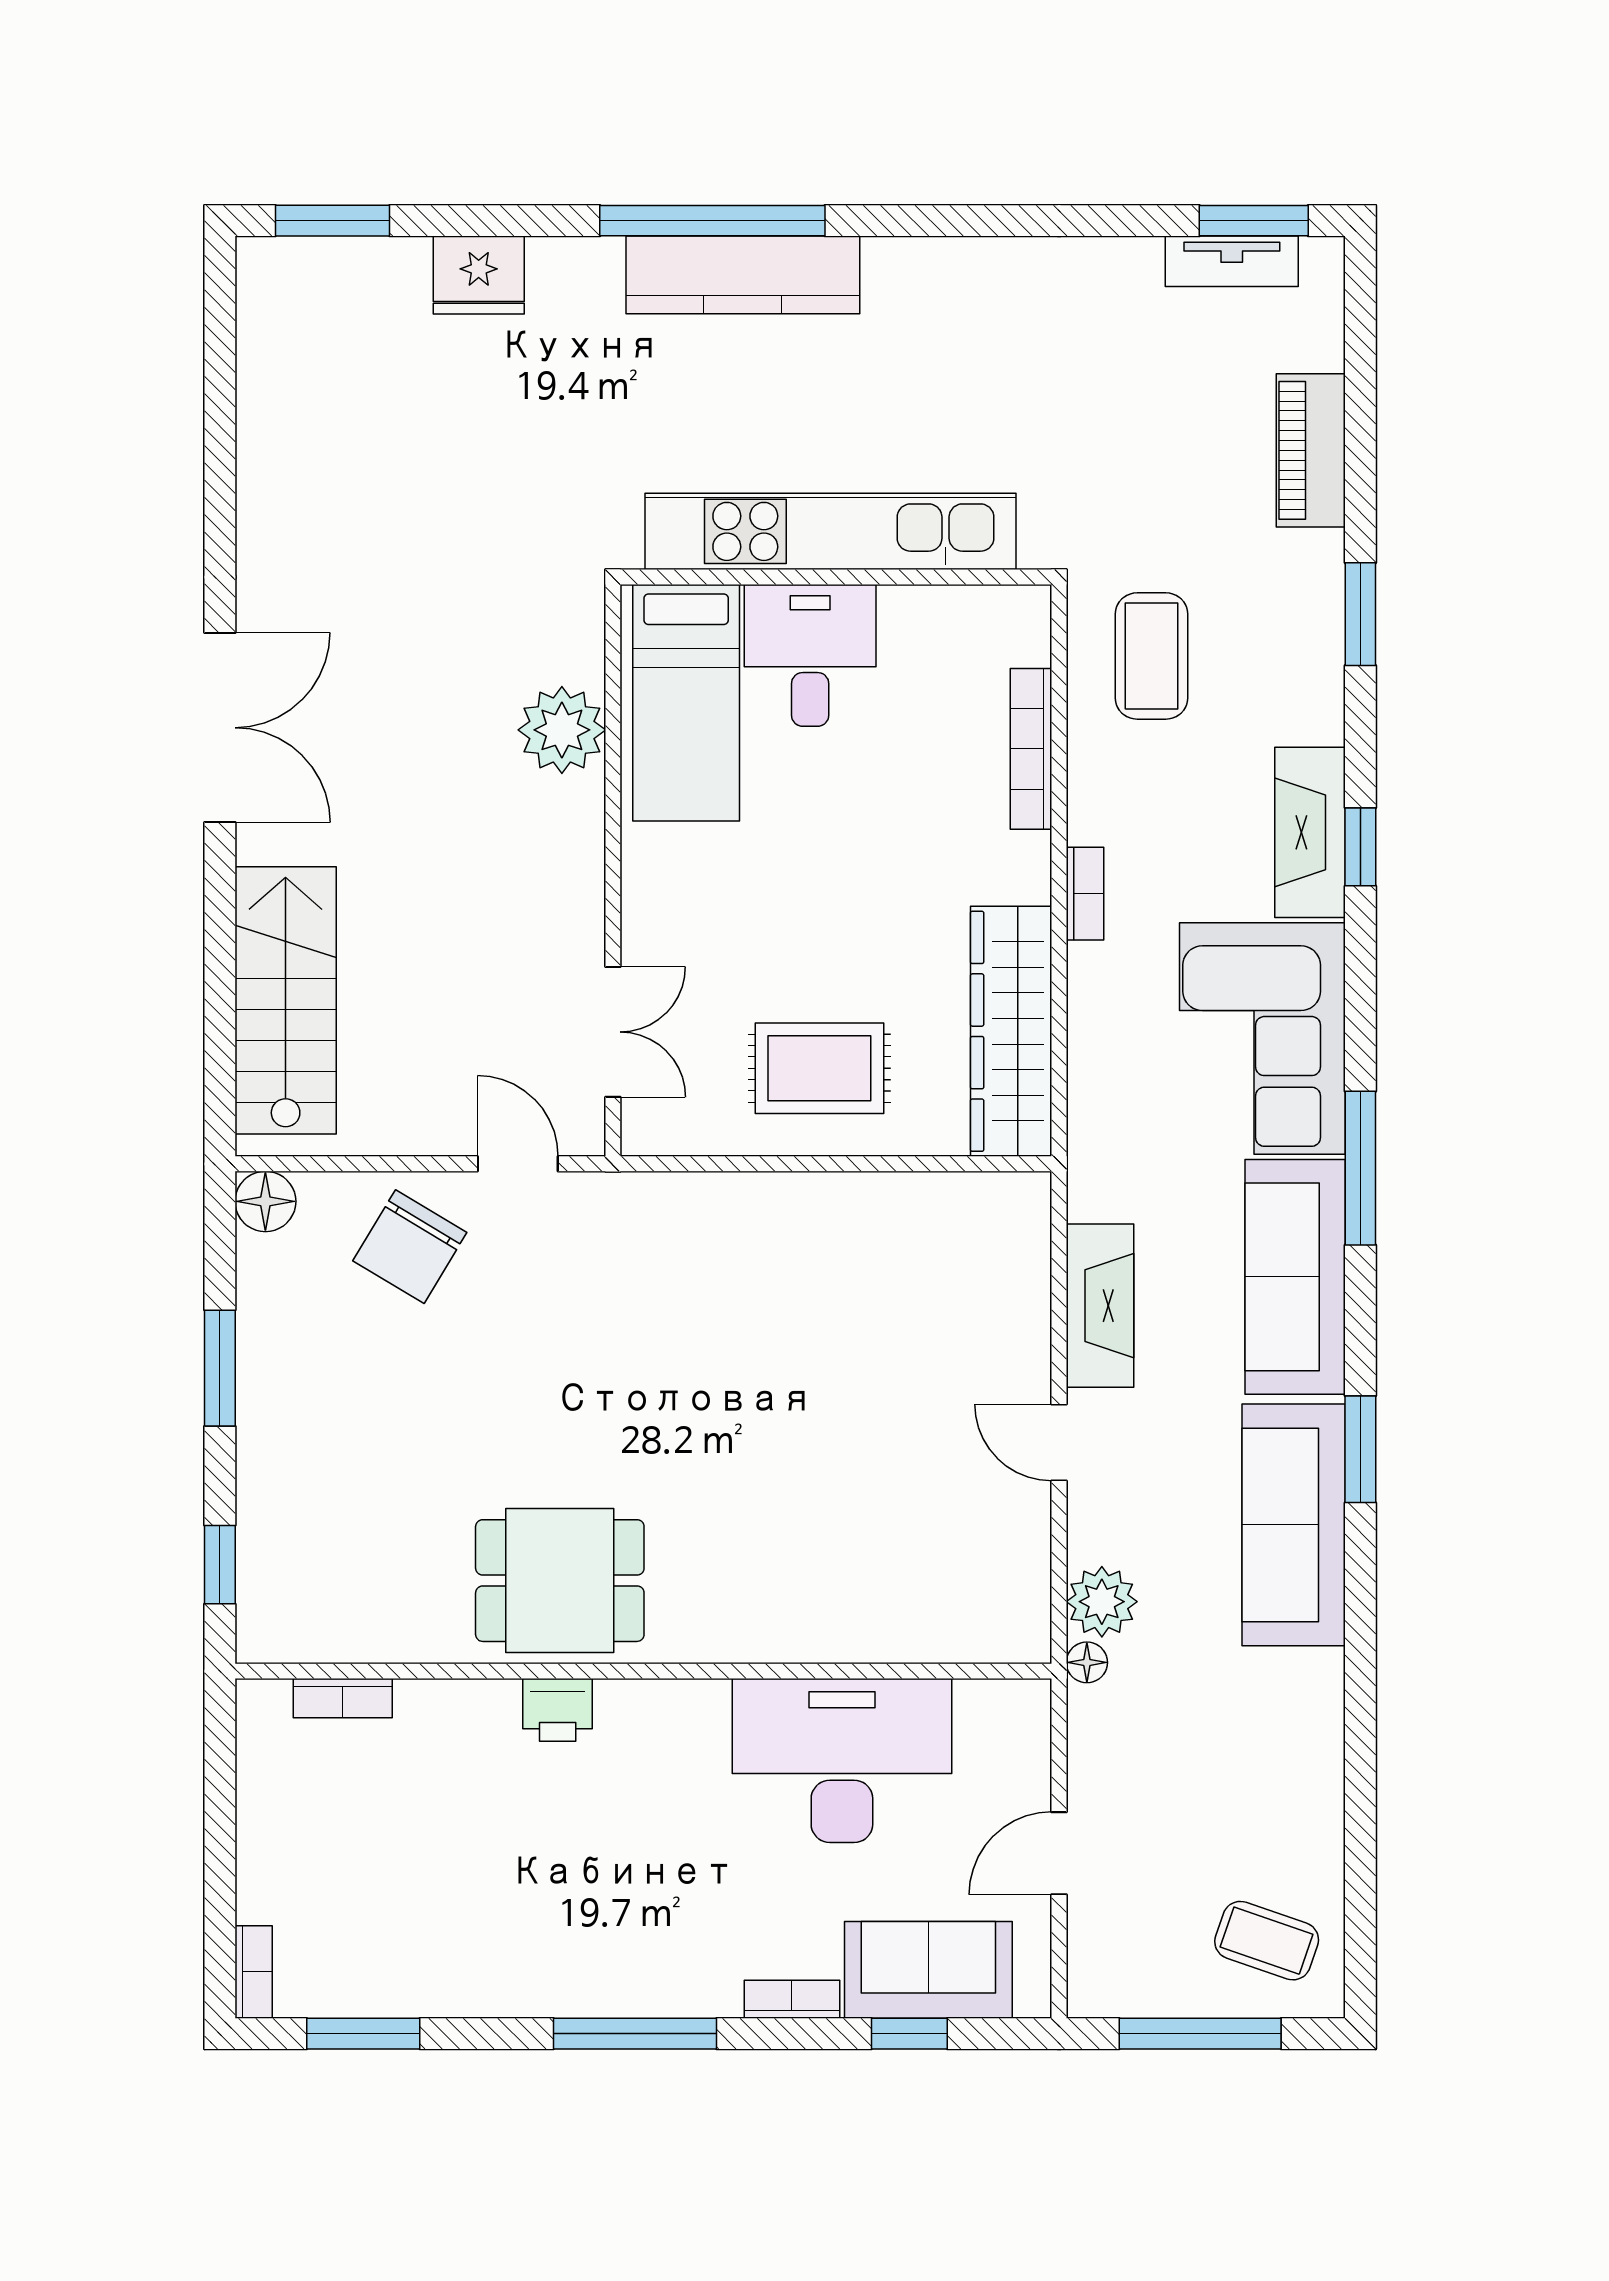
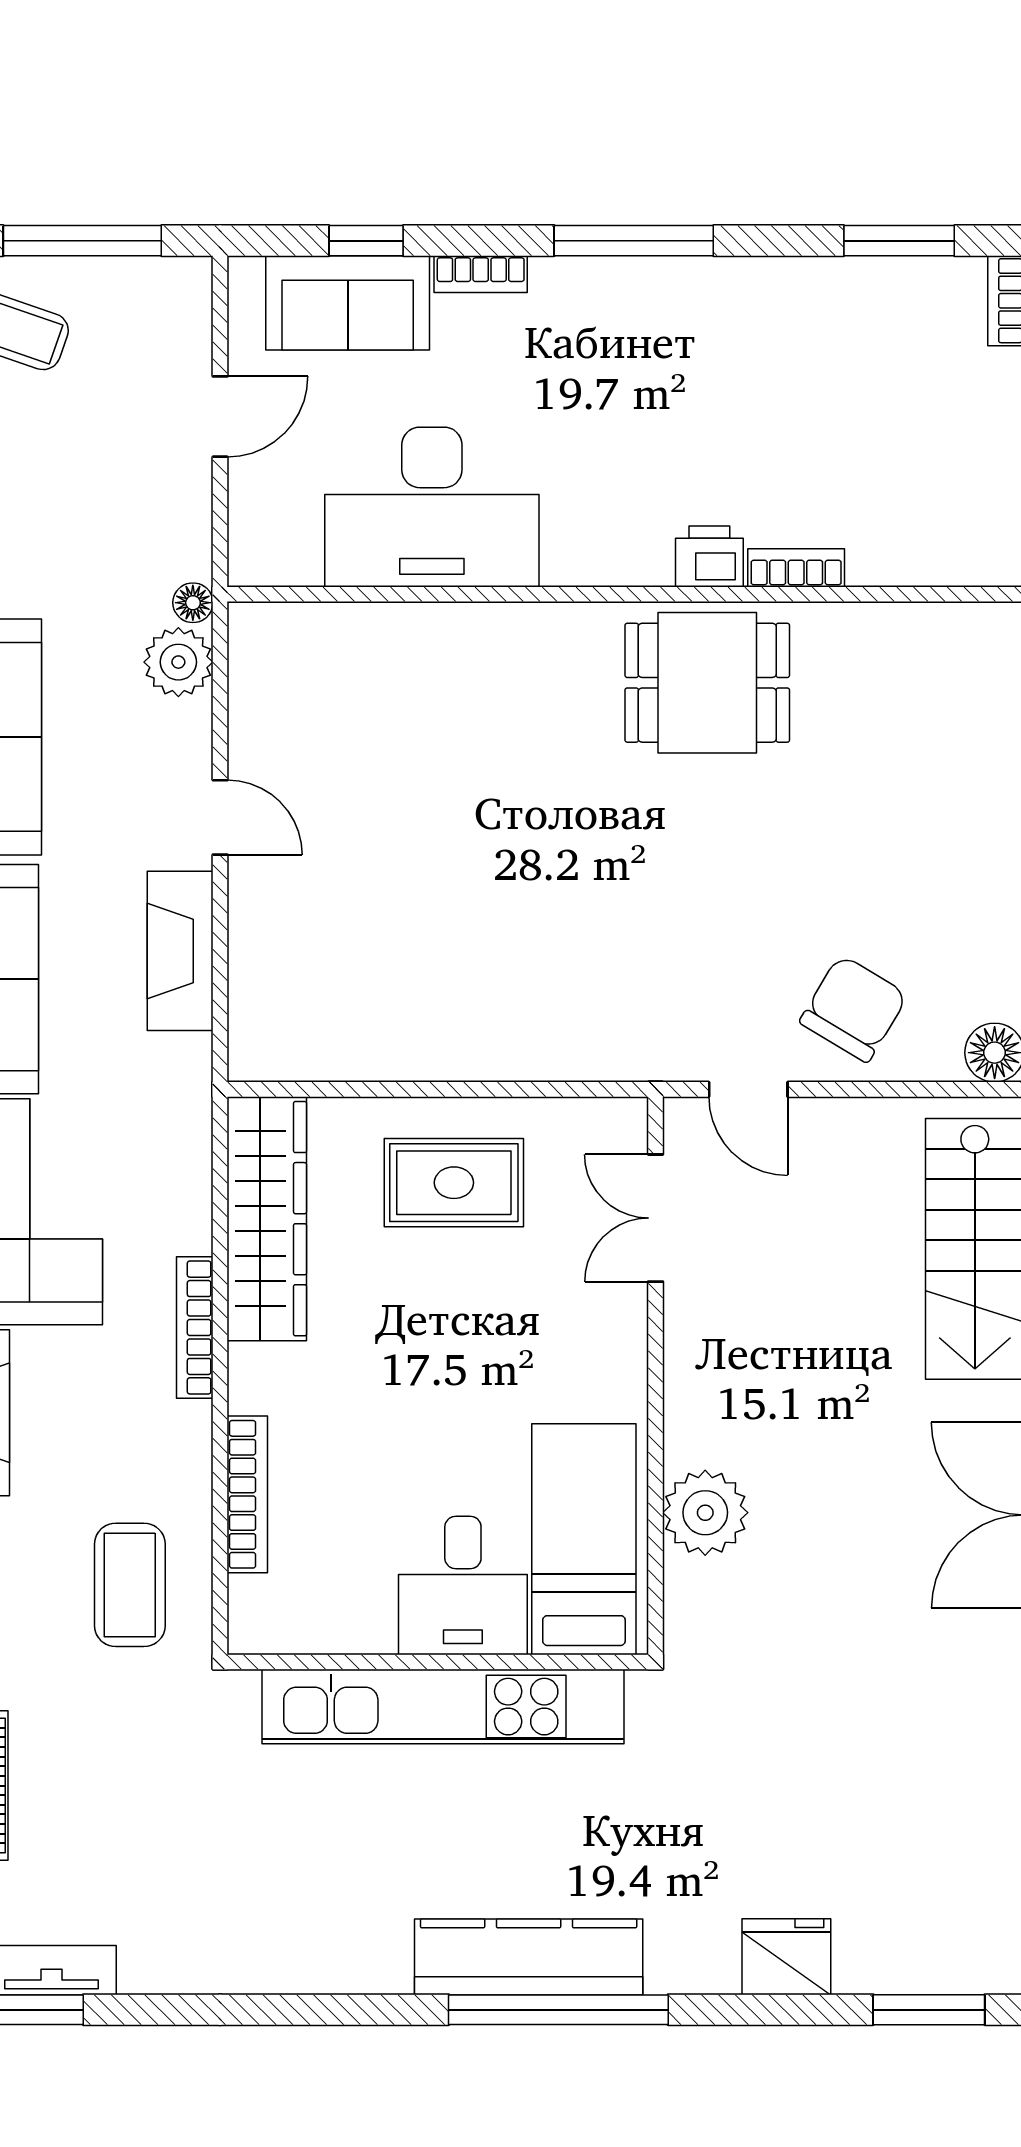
bookcase: (1085, 894) -> (195, 1327), width x1.56
bookcase: (343, 1698) -> (796, 568), moved

